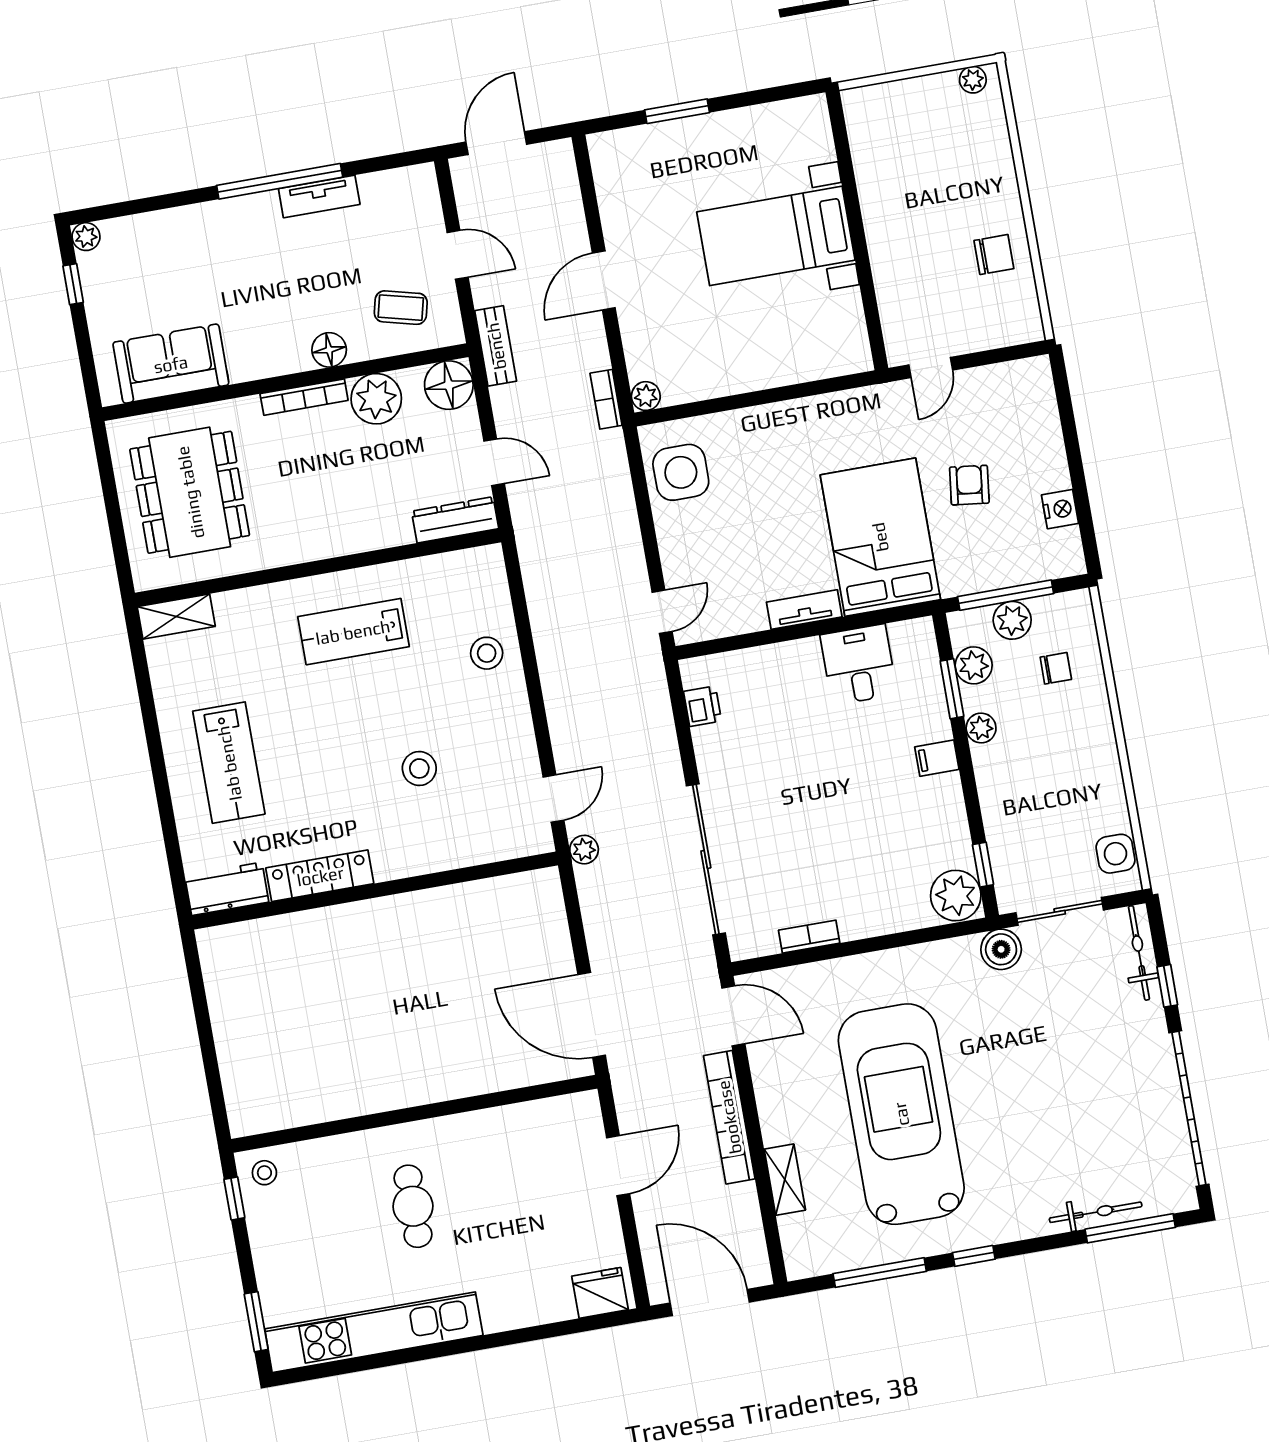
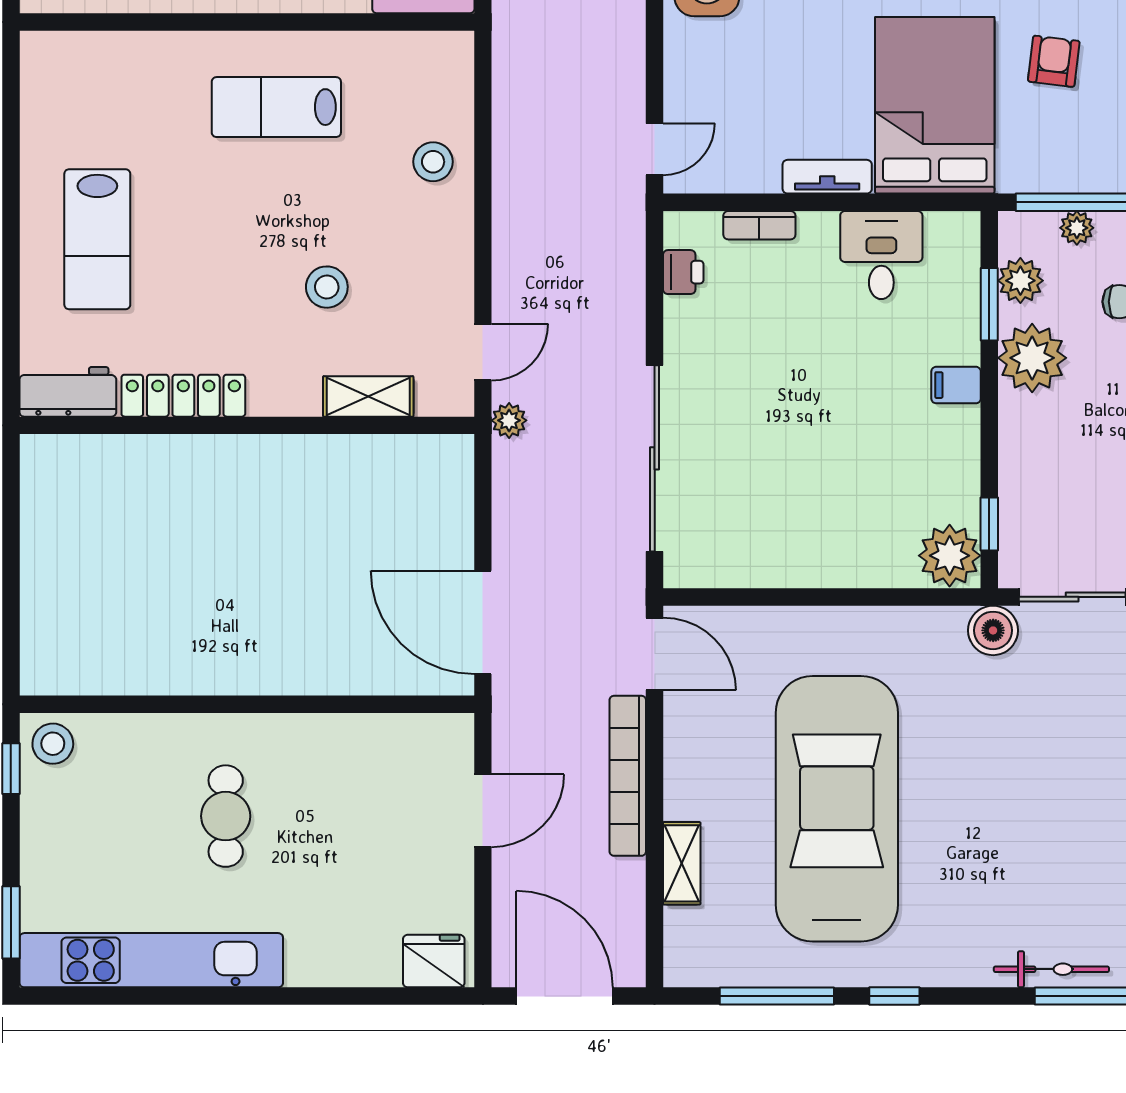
shelving: (176, 616) -> (368, 396), moved
plant: (1012, 620) -> (1077, 228), width x0.73, depth x0.73
plant: (981, 728) -> (1032, 358), width x1.87, depth x1.87
bookcase: (809, 937) -> (759, 225), moved, turned 180
stool: (264, 1173) -> (53, 744), width x1.37, depth x1.37

